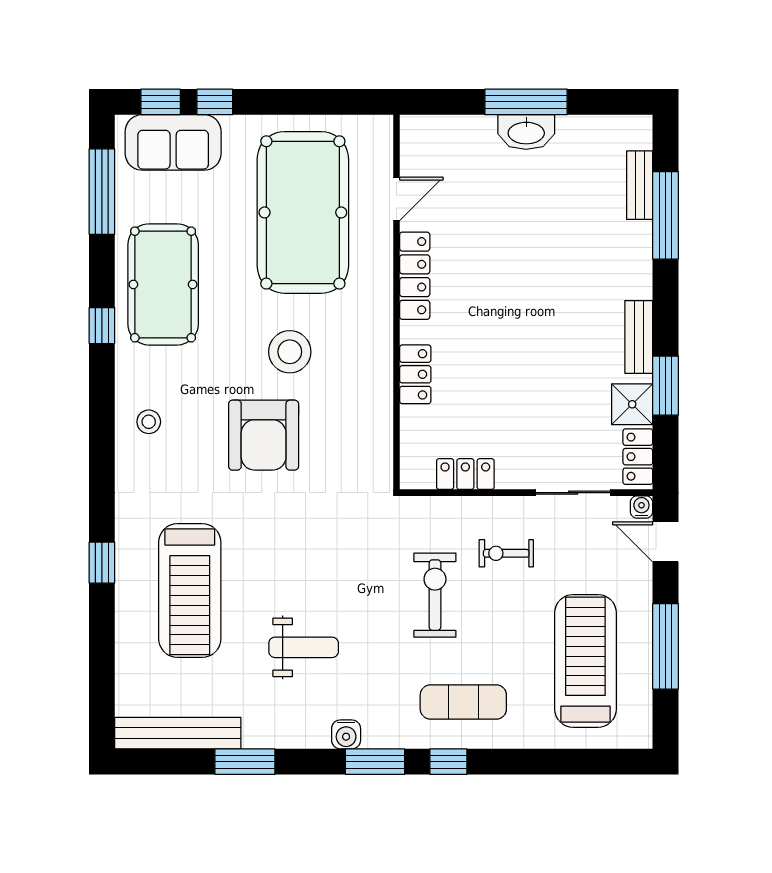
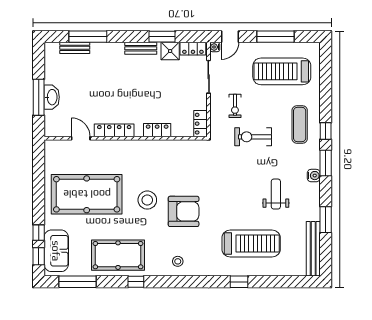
door: (396, 199) -> (81, 138), moved
locker: (415, 276) -> (114, 130), moved
wall: (396, 302) -> (126, 138), moved
locker: (415, 374) -> (157, 130), moved

